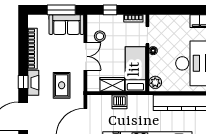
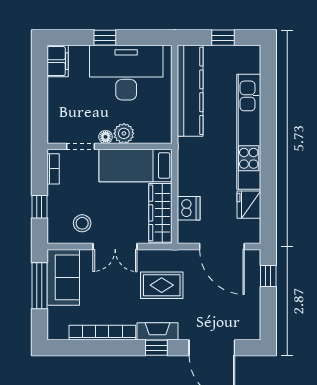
double door: (85, 56) -> (115, 247), swing flipped
plant: (155, 82) -> (124, 133), moved
wardrobe: (112, 84) -> (160, 213), width x1.50
dishwasher: (119, 102) -> (189, 208), moved

